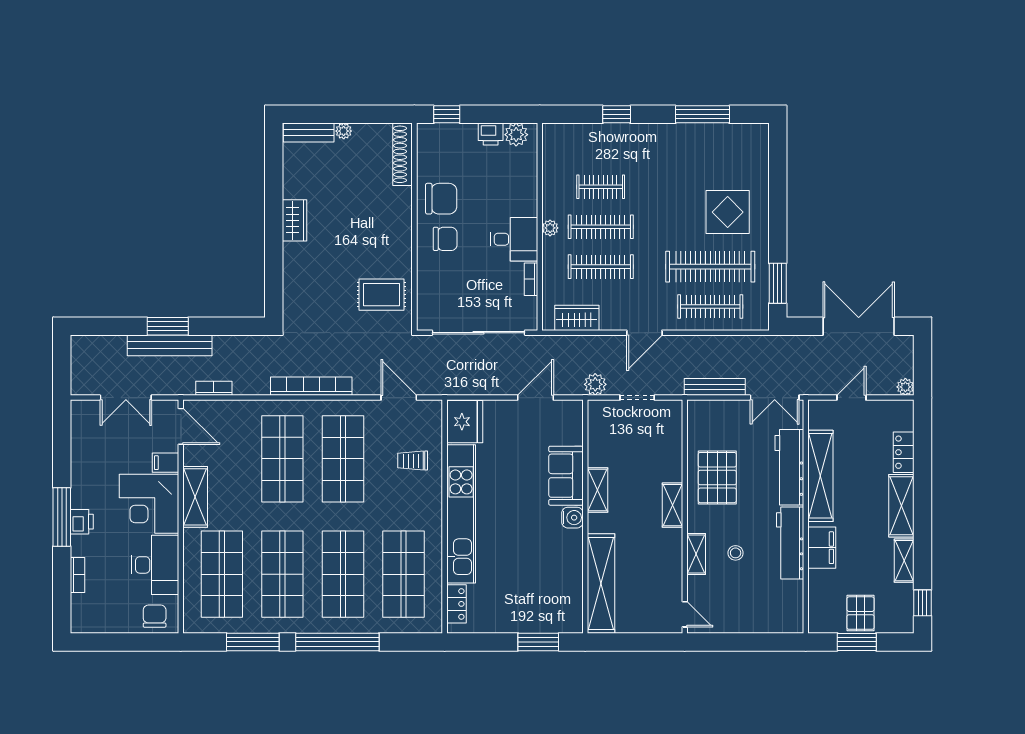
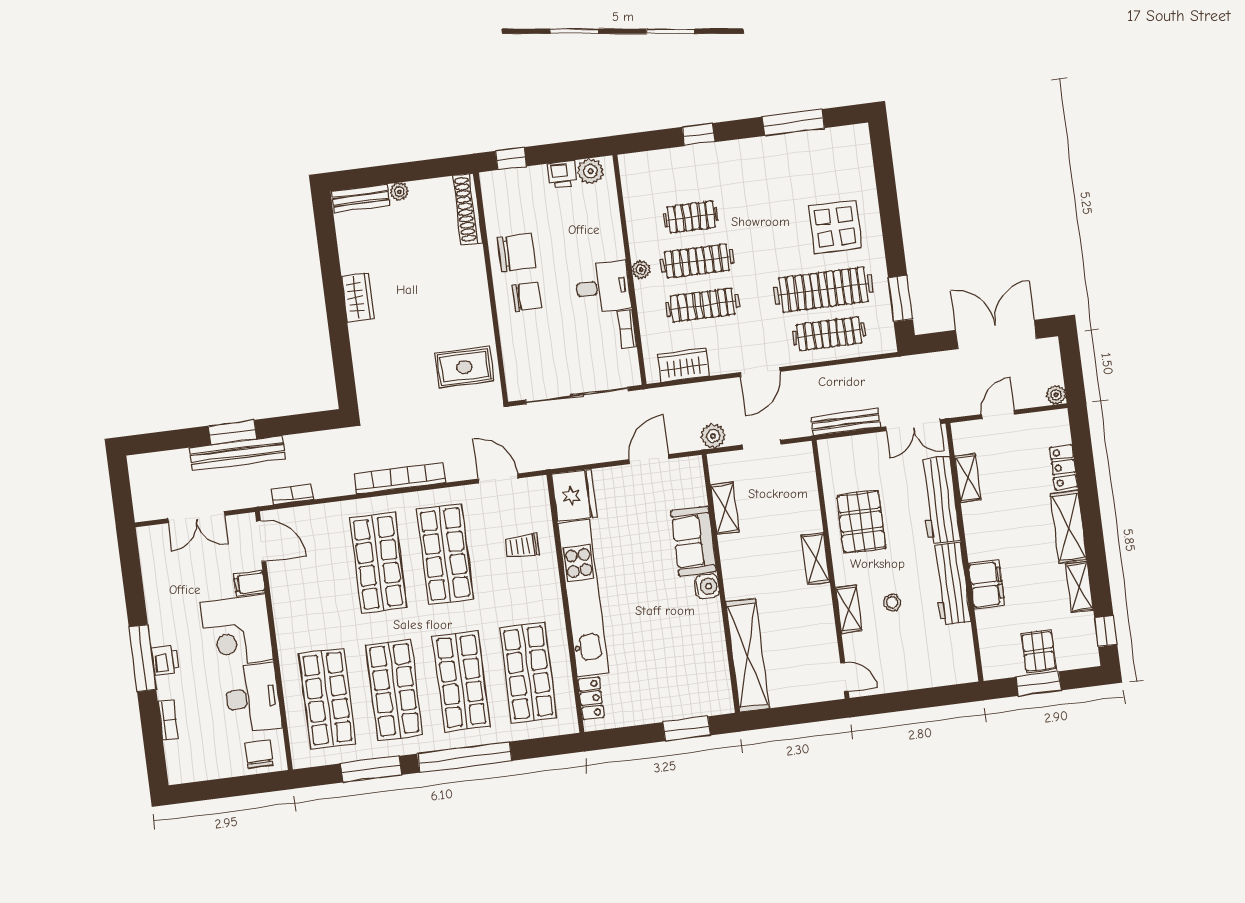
shelving: (820, 476) -> (968, 478), width x0.45, depth x0.75
shelving: (597, 490) -> (725, 508), moved
shelving: (195, 497) -> (287, 617), removed

